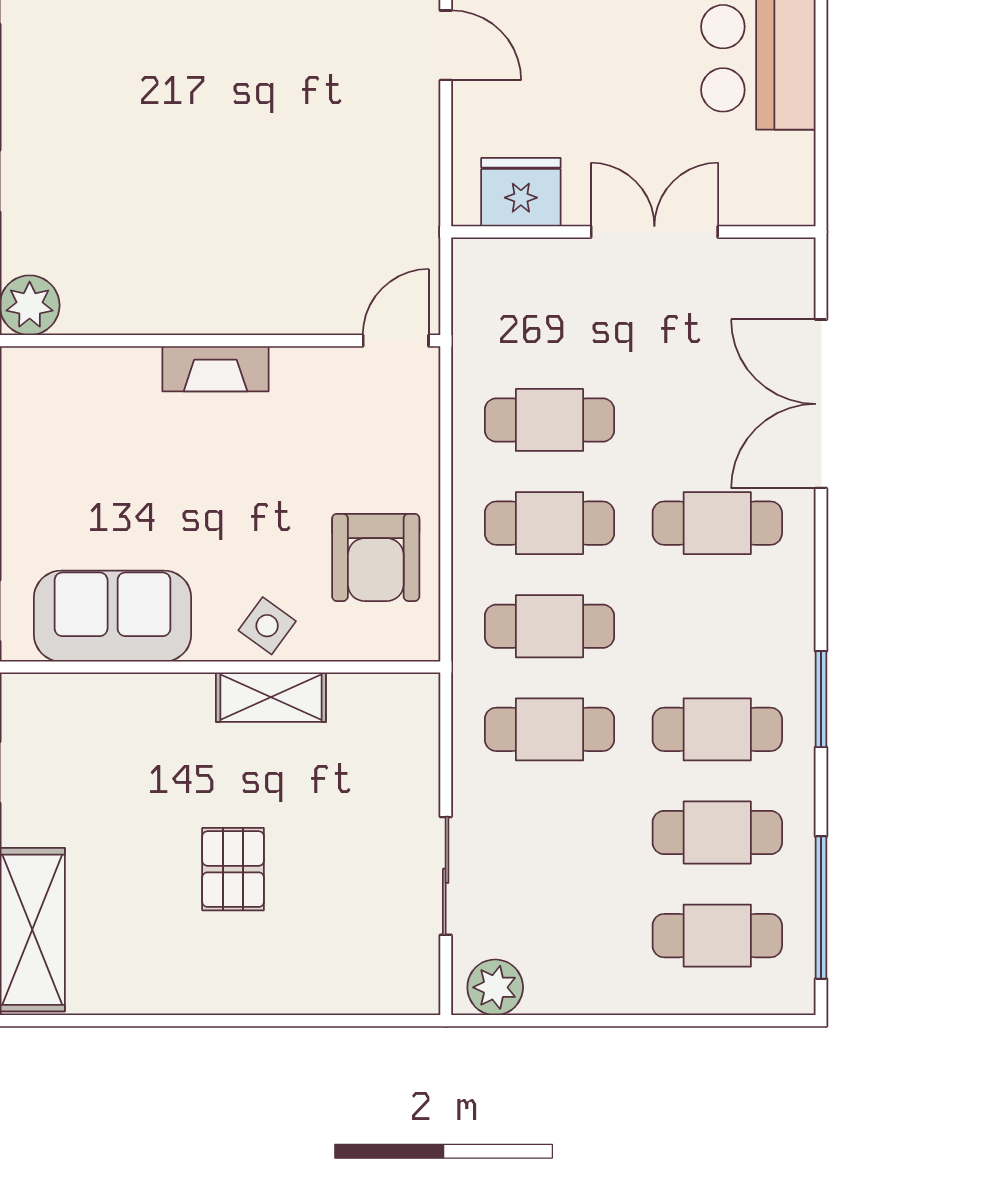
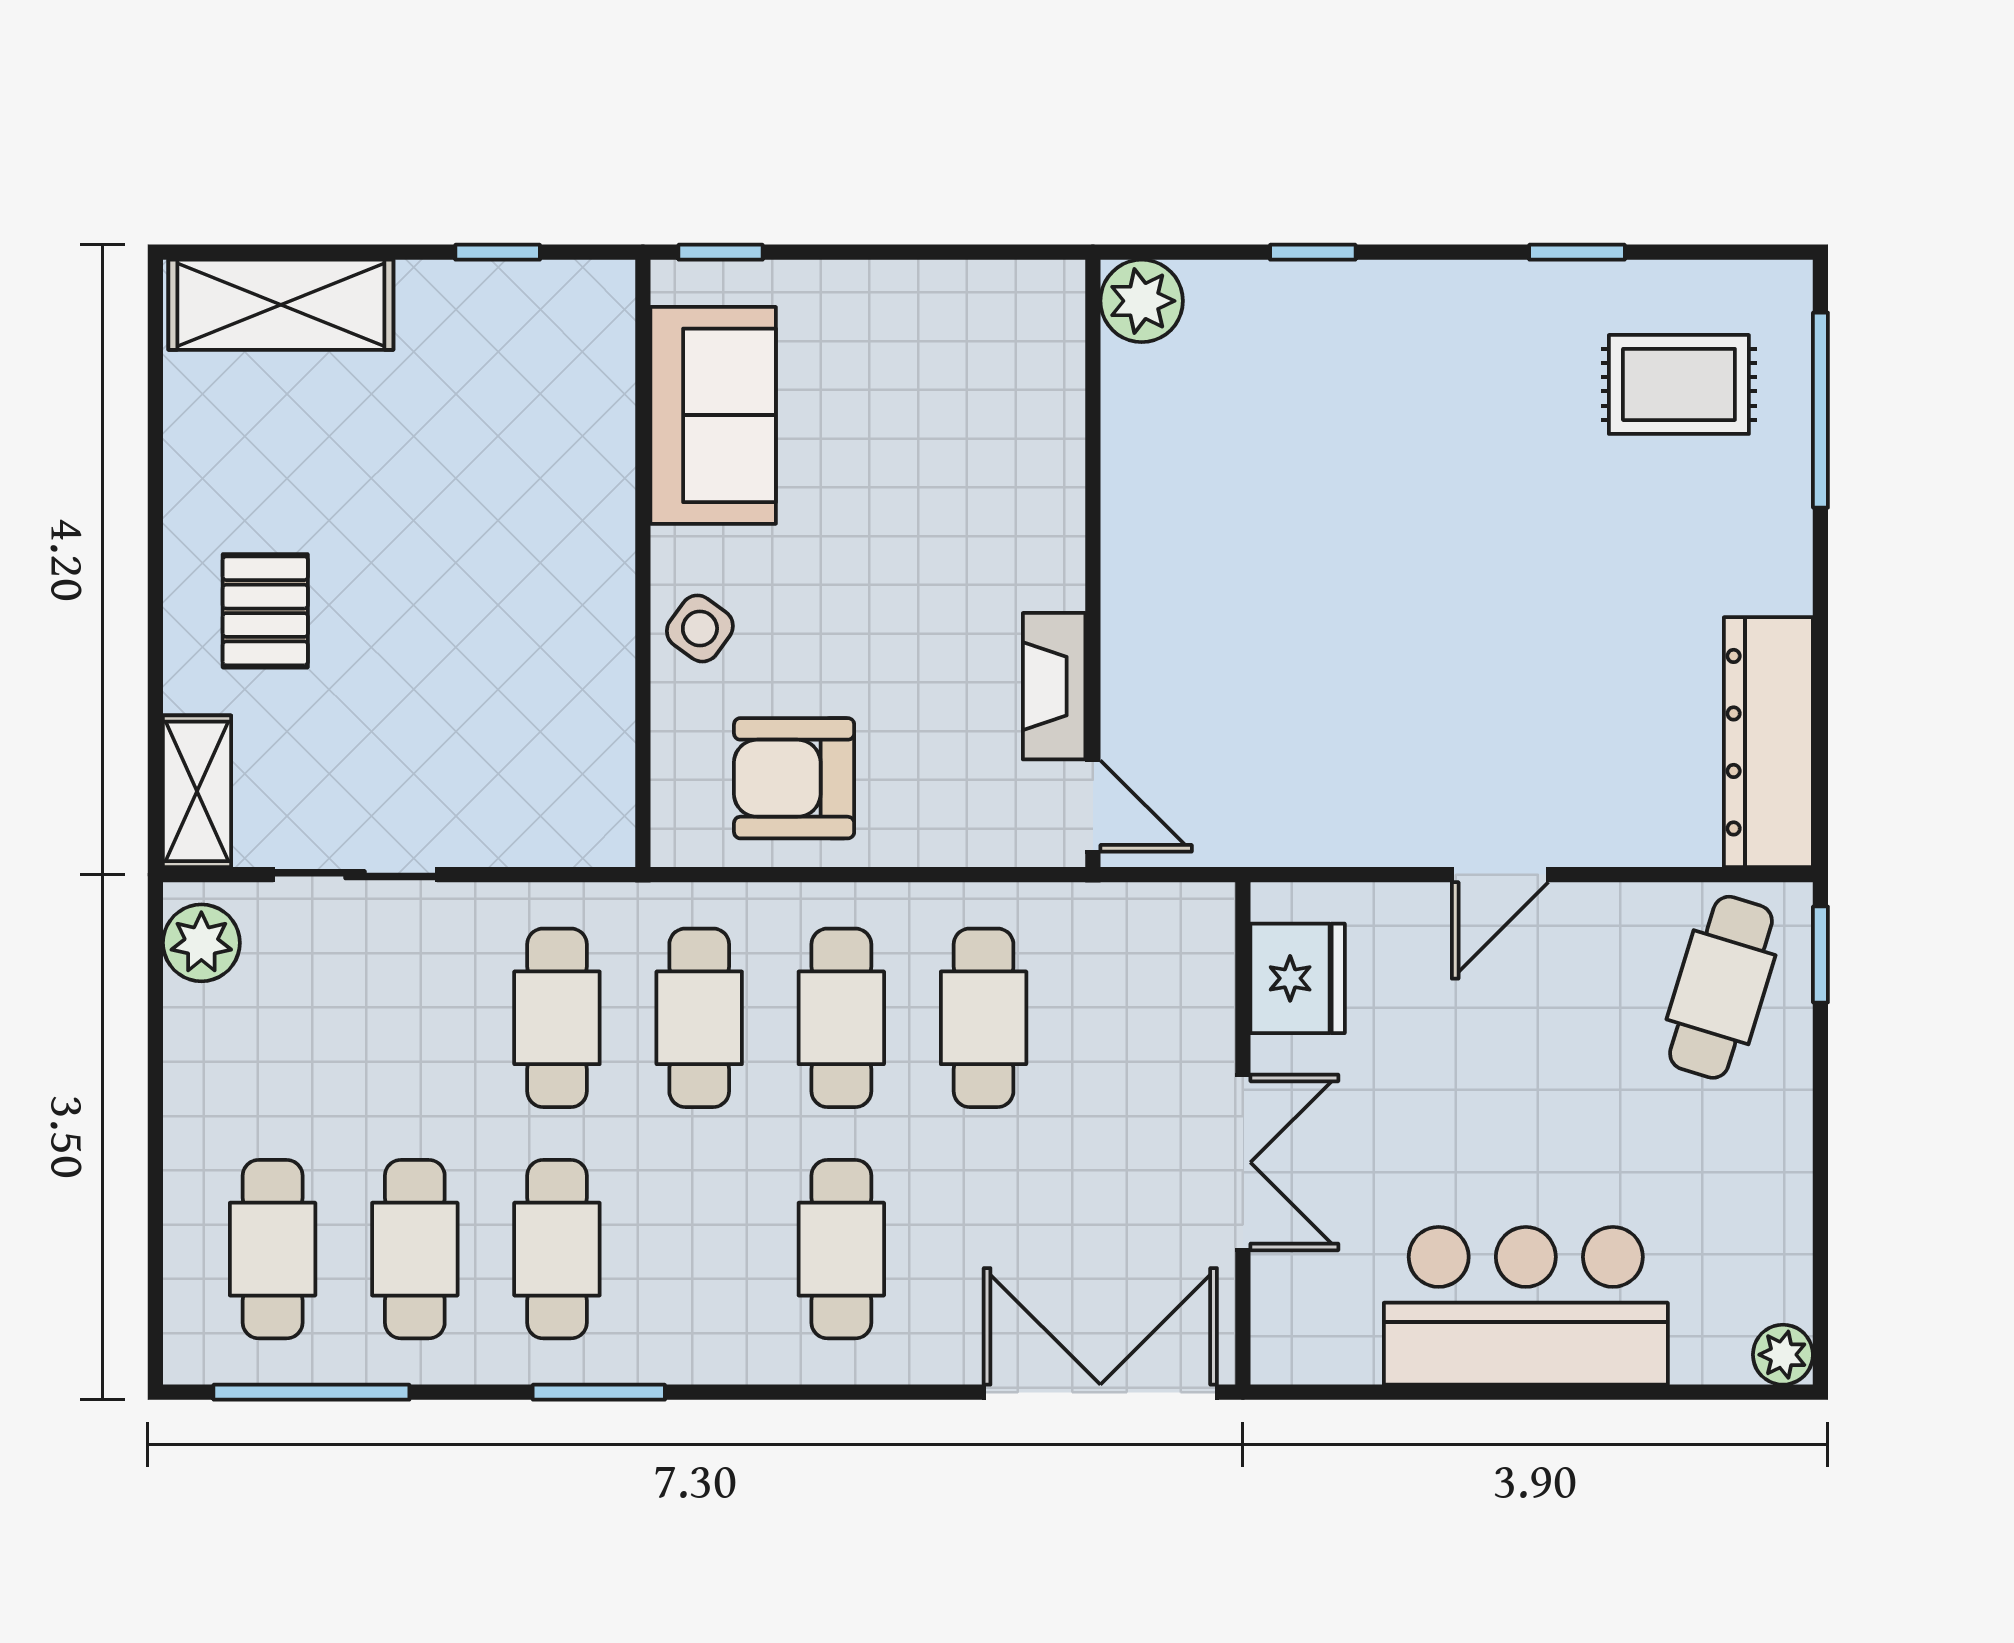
fireplace: (215, 369) -> (1054, 686), moved
double door: (821, 404) -> (1100, 1392), moved
shelving: (271, 697) -> (197, 791), moved
pallet: (233, 869) -> (265, 611), moved, turned 90

